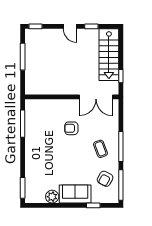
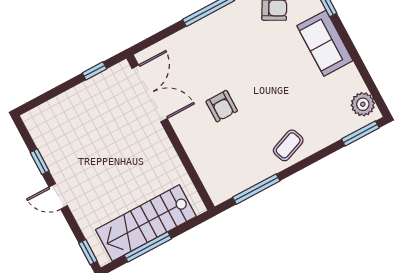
door: (70, 26) -> (58, 196), swing flipped
stairs: (109, 55) -> (146, 223), moved, turned 180
coffee table: (100, 149) -> (288, 145), moved
plant: (52, 197) -> (363, 104), moved

